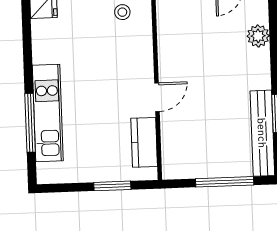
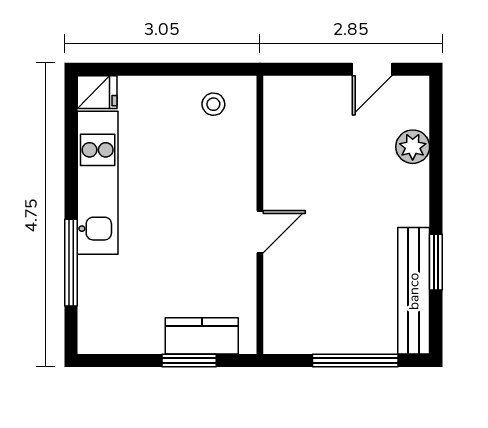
kitchen unit: (48, 113) -> (98, 183), moved
kitchen counter: (144, 142) -> (202, 336), moved, turned 90

